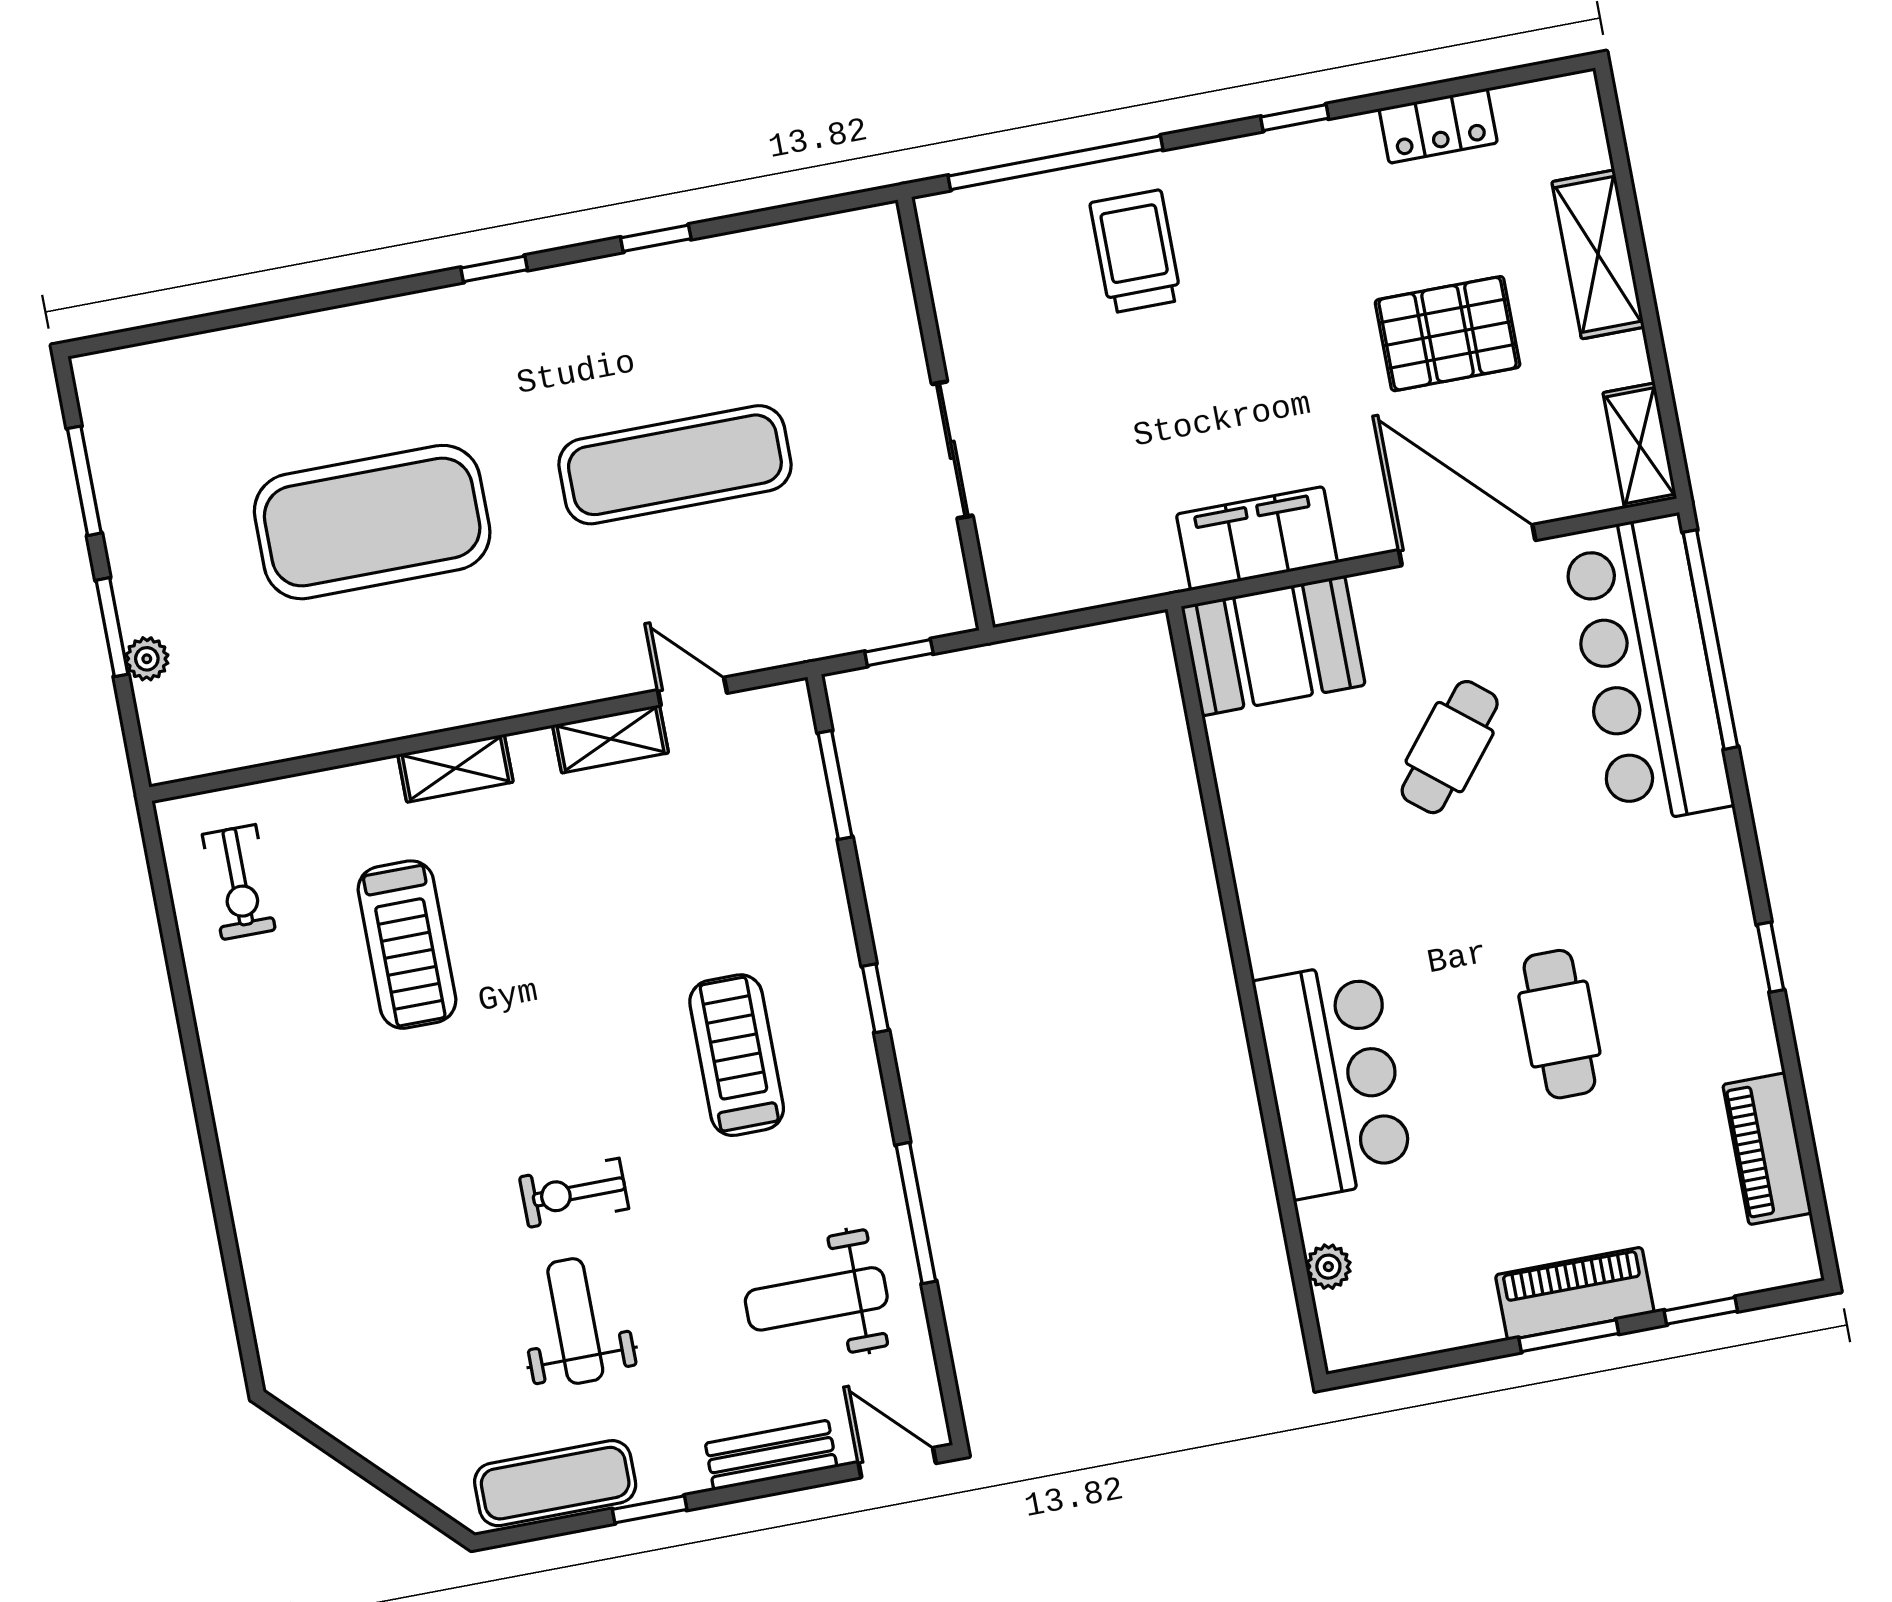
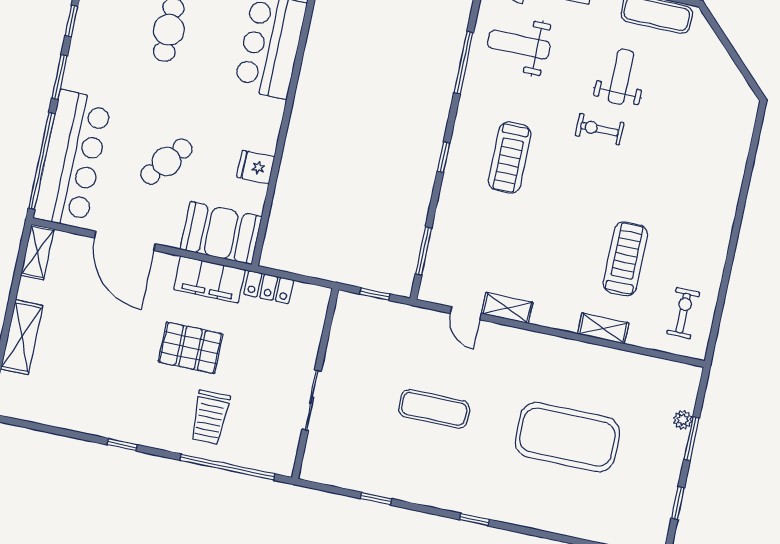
locker: (1438, 126) -> (269, 287), moved, turned 180
window: (656, 238) -> (376, 499), moved
pallet: (1448, 334) -> (190, 348), moved
sliding door: (952, 450) -> (312, 400), moved
exercise mat: (675, 465) -> (434, 409), width x0.73, depth x0.69
window: (84, 481) -> (678, 503), width x0.67
shelving: (455, 768) -> (603, 328), moved
fridge: (1258, 813) -> (256, 167), added
window: (1746, 830) -> (59, 77), added
exercise bike: (574, 1193) -> (600, 129), turned 180
weight bench: (816, 1299) -> (519, 45), turned 180
weight bench: (575, 1321) -> (621, 77), turned 180

